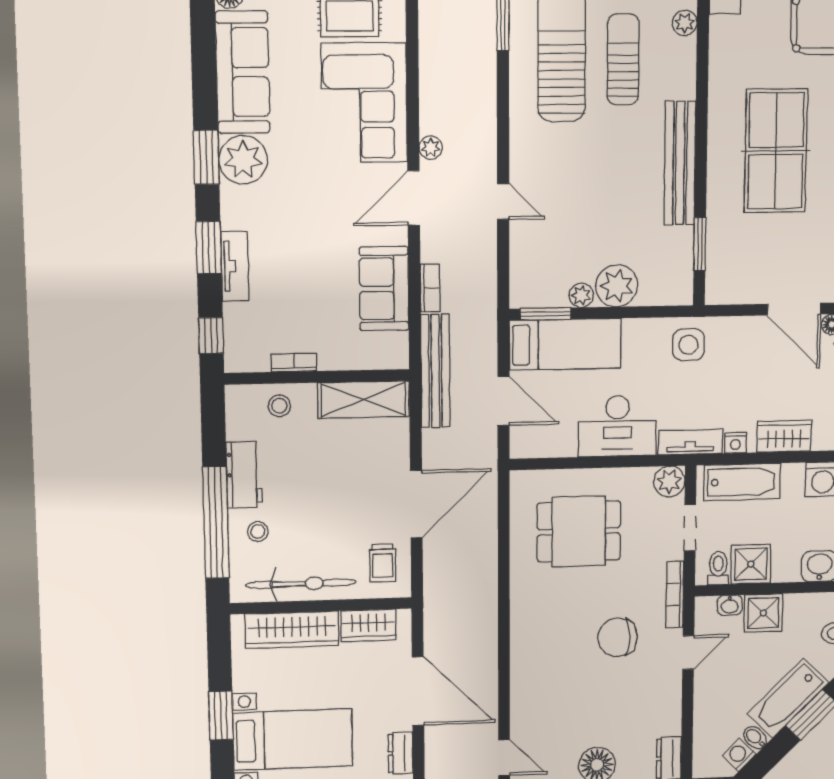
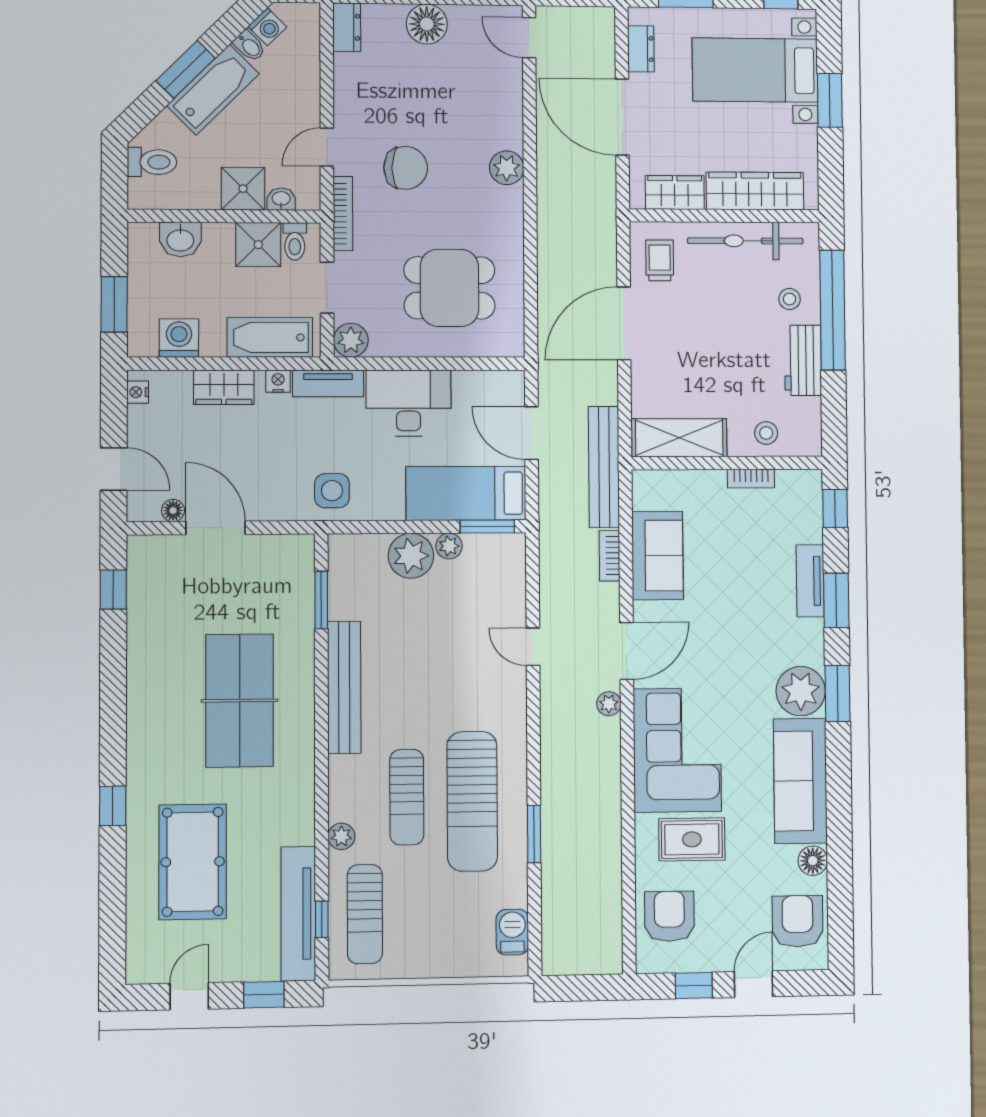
plant: (525, 641) -> (507, 168), added

